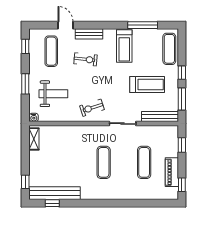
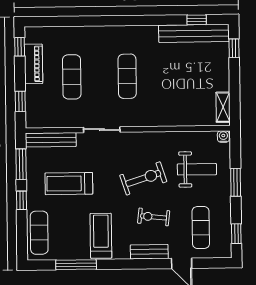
weight bench: (53, 94) -> (197, 169), turned 180
exercise bike: (92, 108) -> (143, 178), moved, width x1.38, depth x1.39

